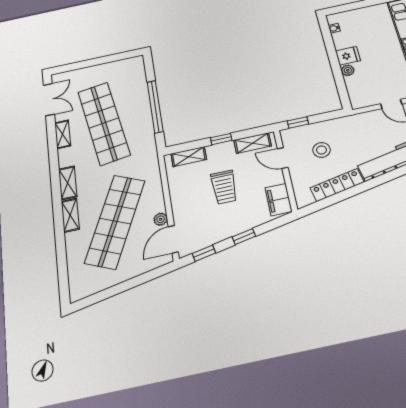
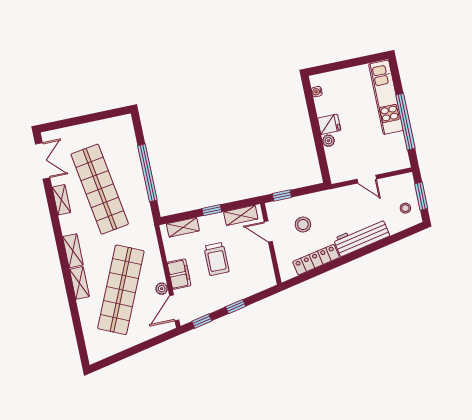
filing cabinet: (278, 200) -> (179, 274), moved, turned 180

